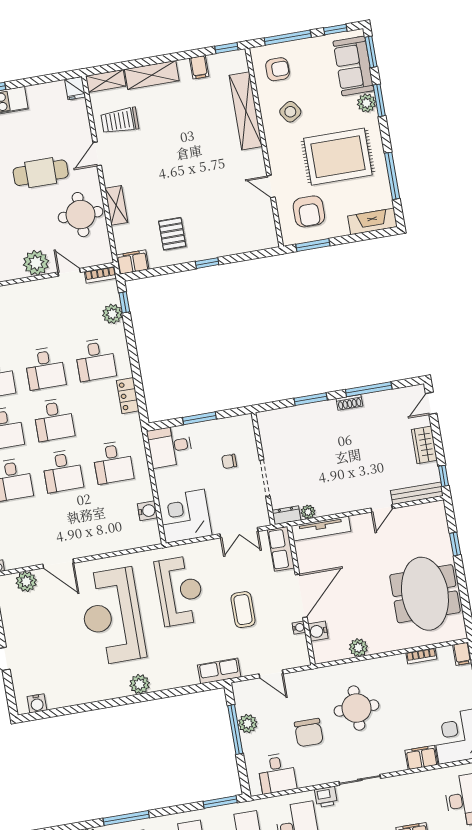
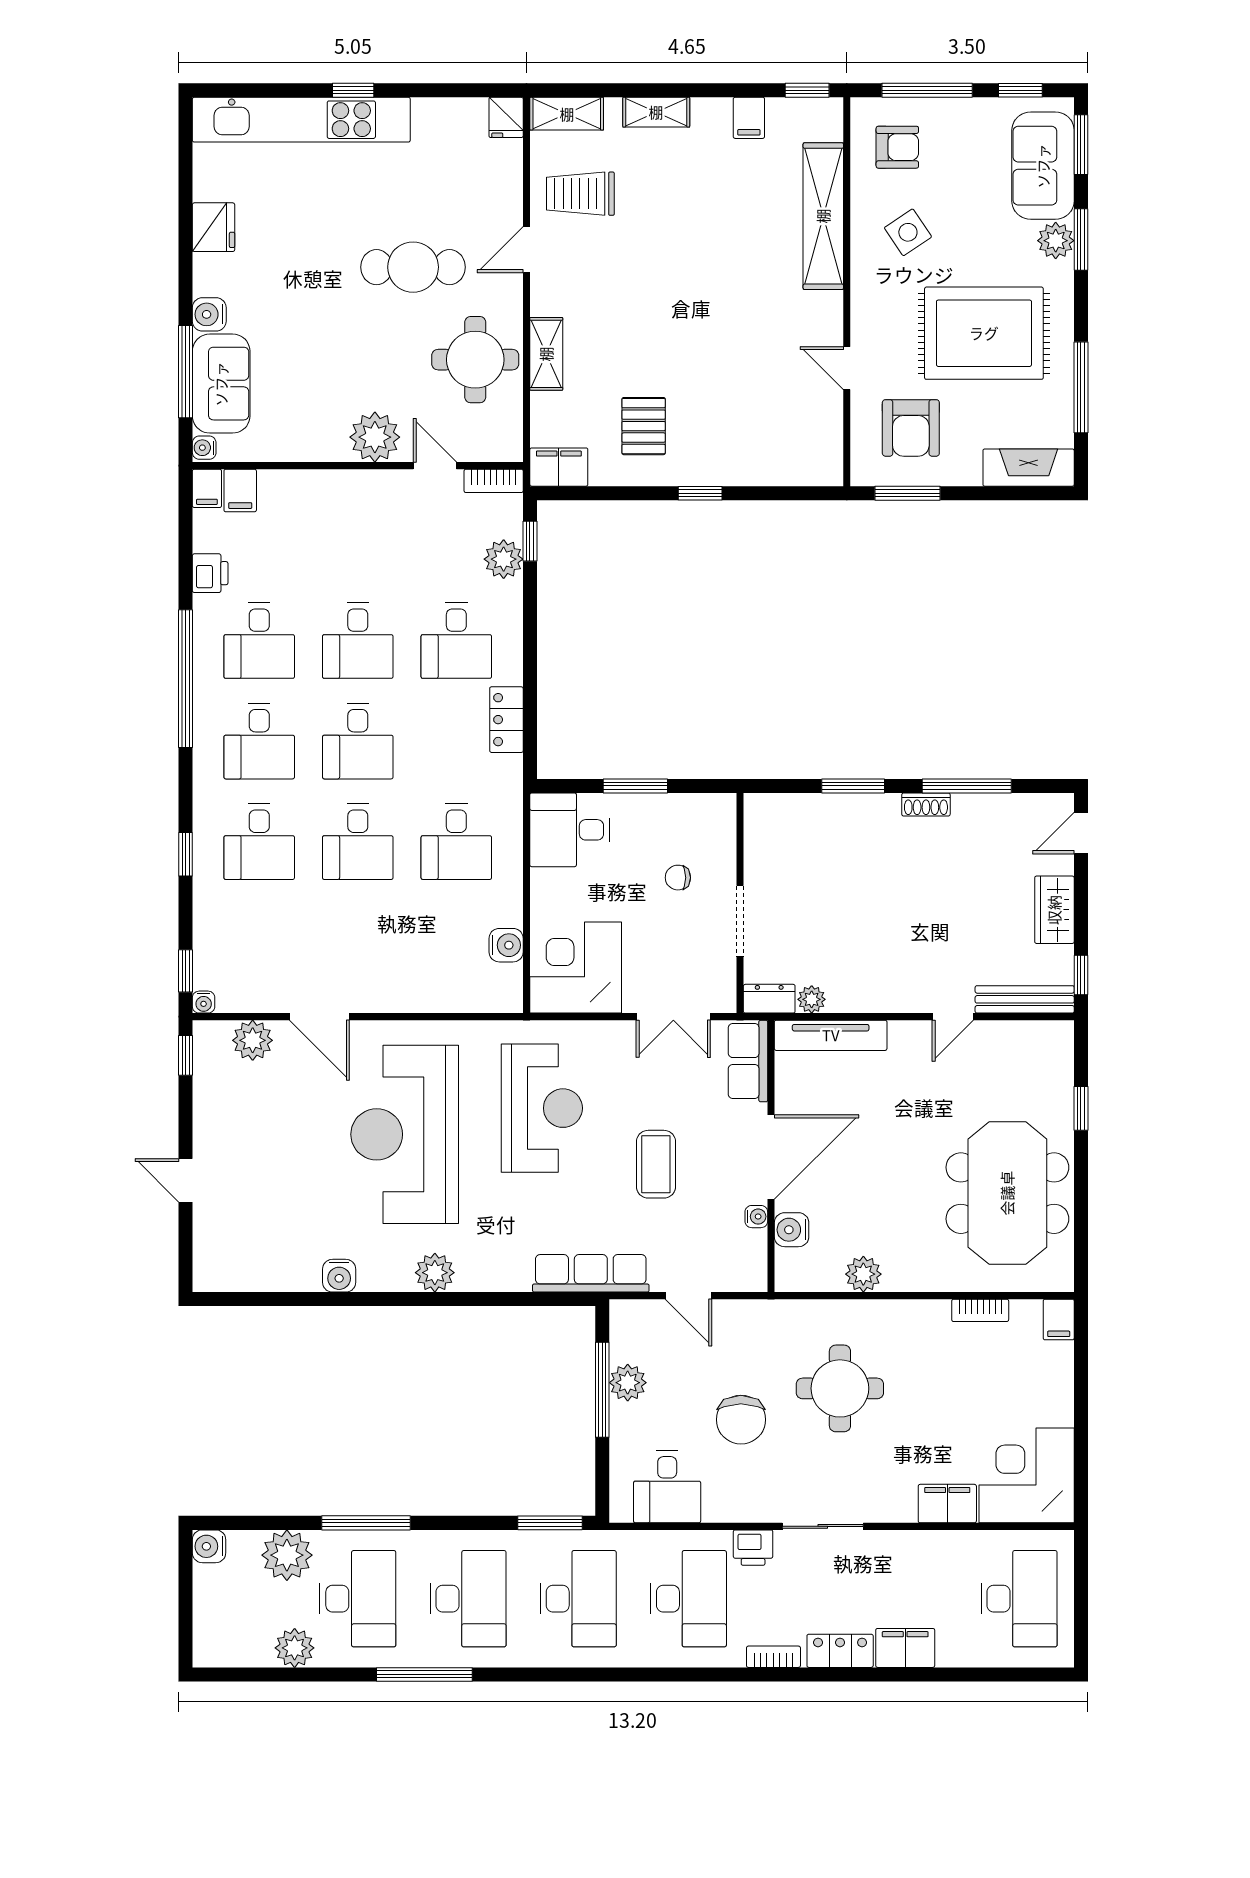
shelving: (152, 75) -> (656, 112), width x0.67, depth x0.75
row of seats: (219, 671) -> (591, 1273), width x1.48
water cooler: (37, 703) -> (339, 1276), moved

